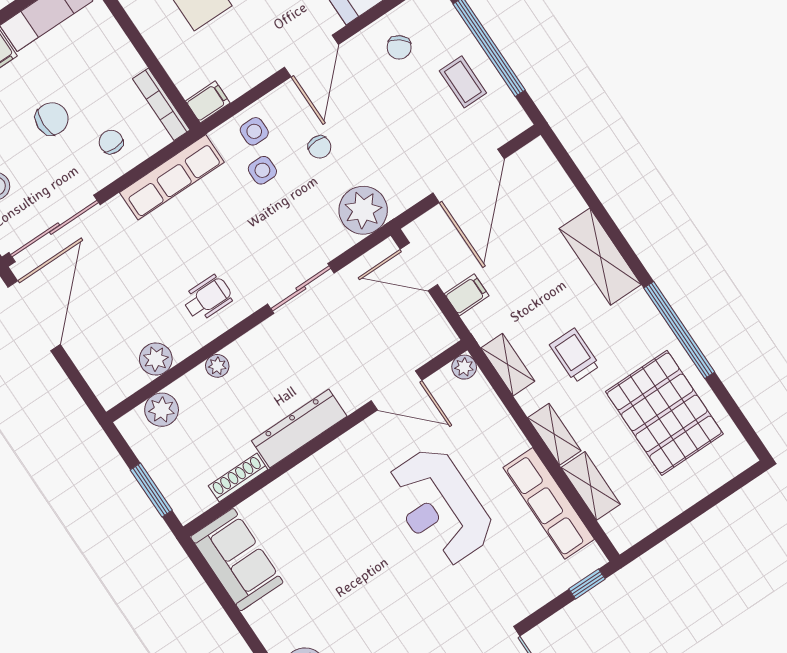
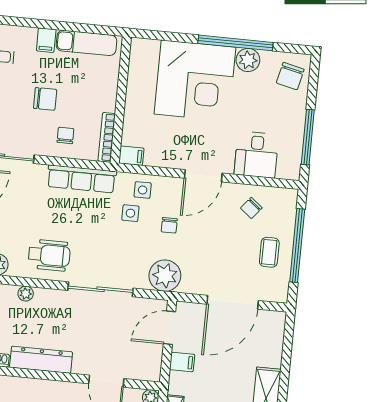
door: (419, 267) -> (169, 328), hinge flipped
sliding door: (301, 288) -> (101, 289), width x1.37
wheelchair: (208, 298) -> (49, 255), width x1.36, depth x1.37

